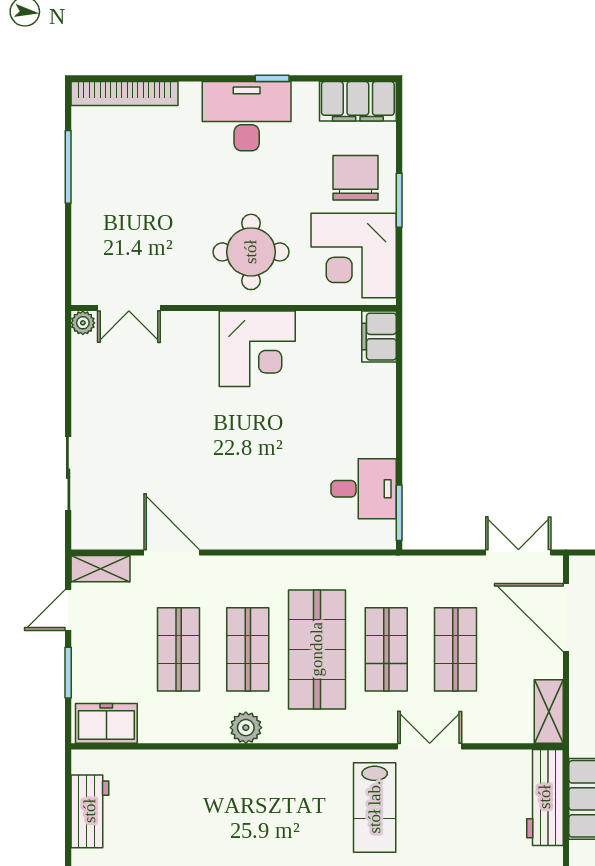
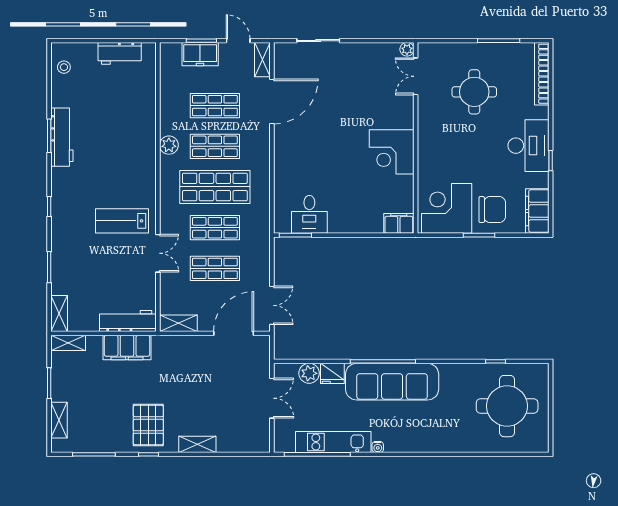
round table: (251, 252) -> (474, 92), moved
door: (172, 552) -> (272, 101), width x1.36
freezer: (106, 723) -> (200, 54), moved, turned 90

